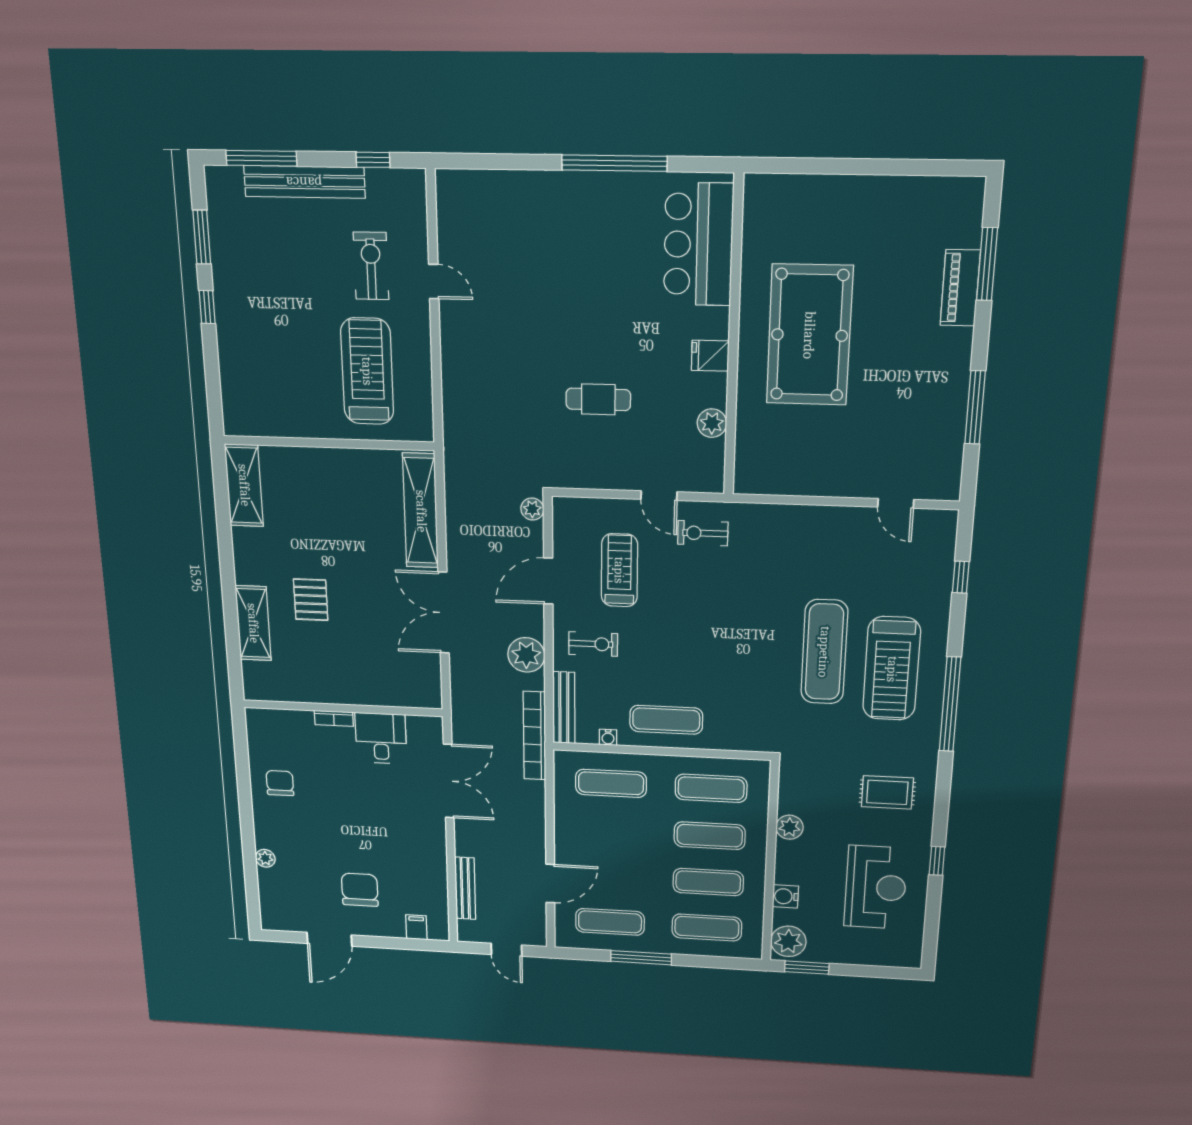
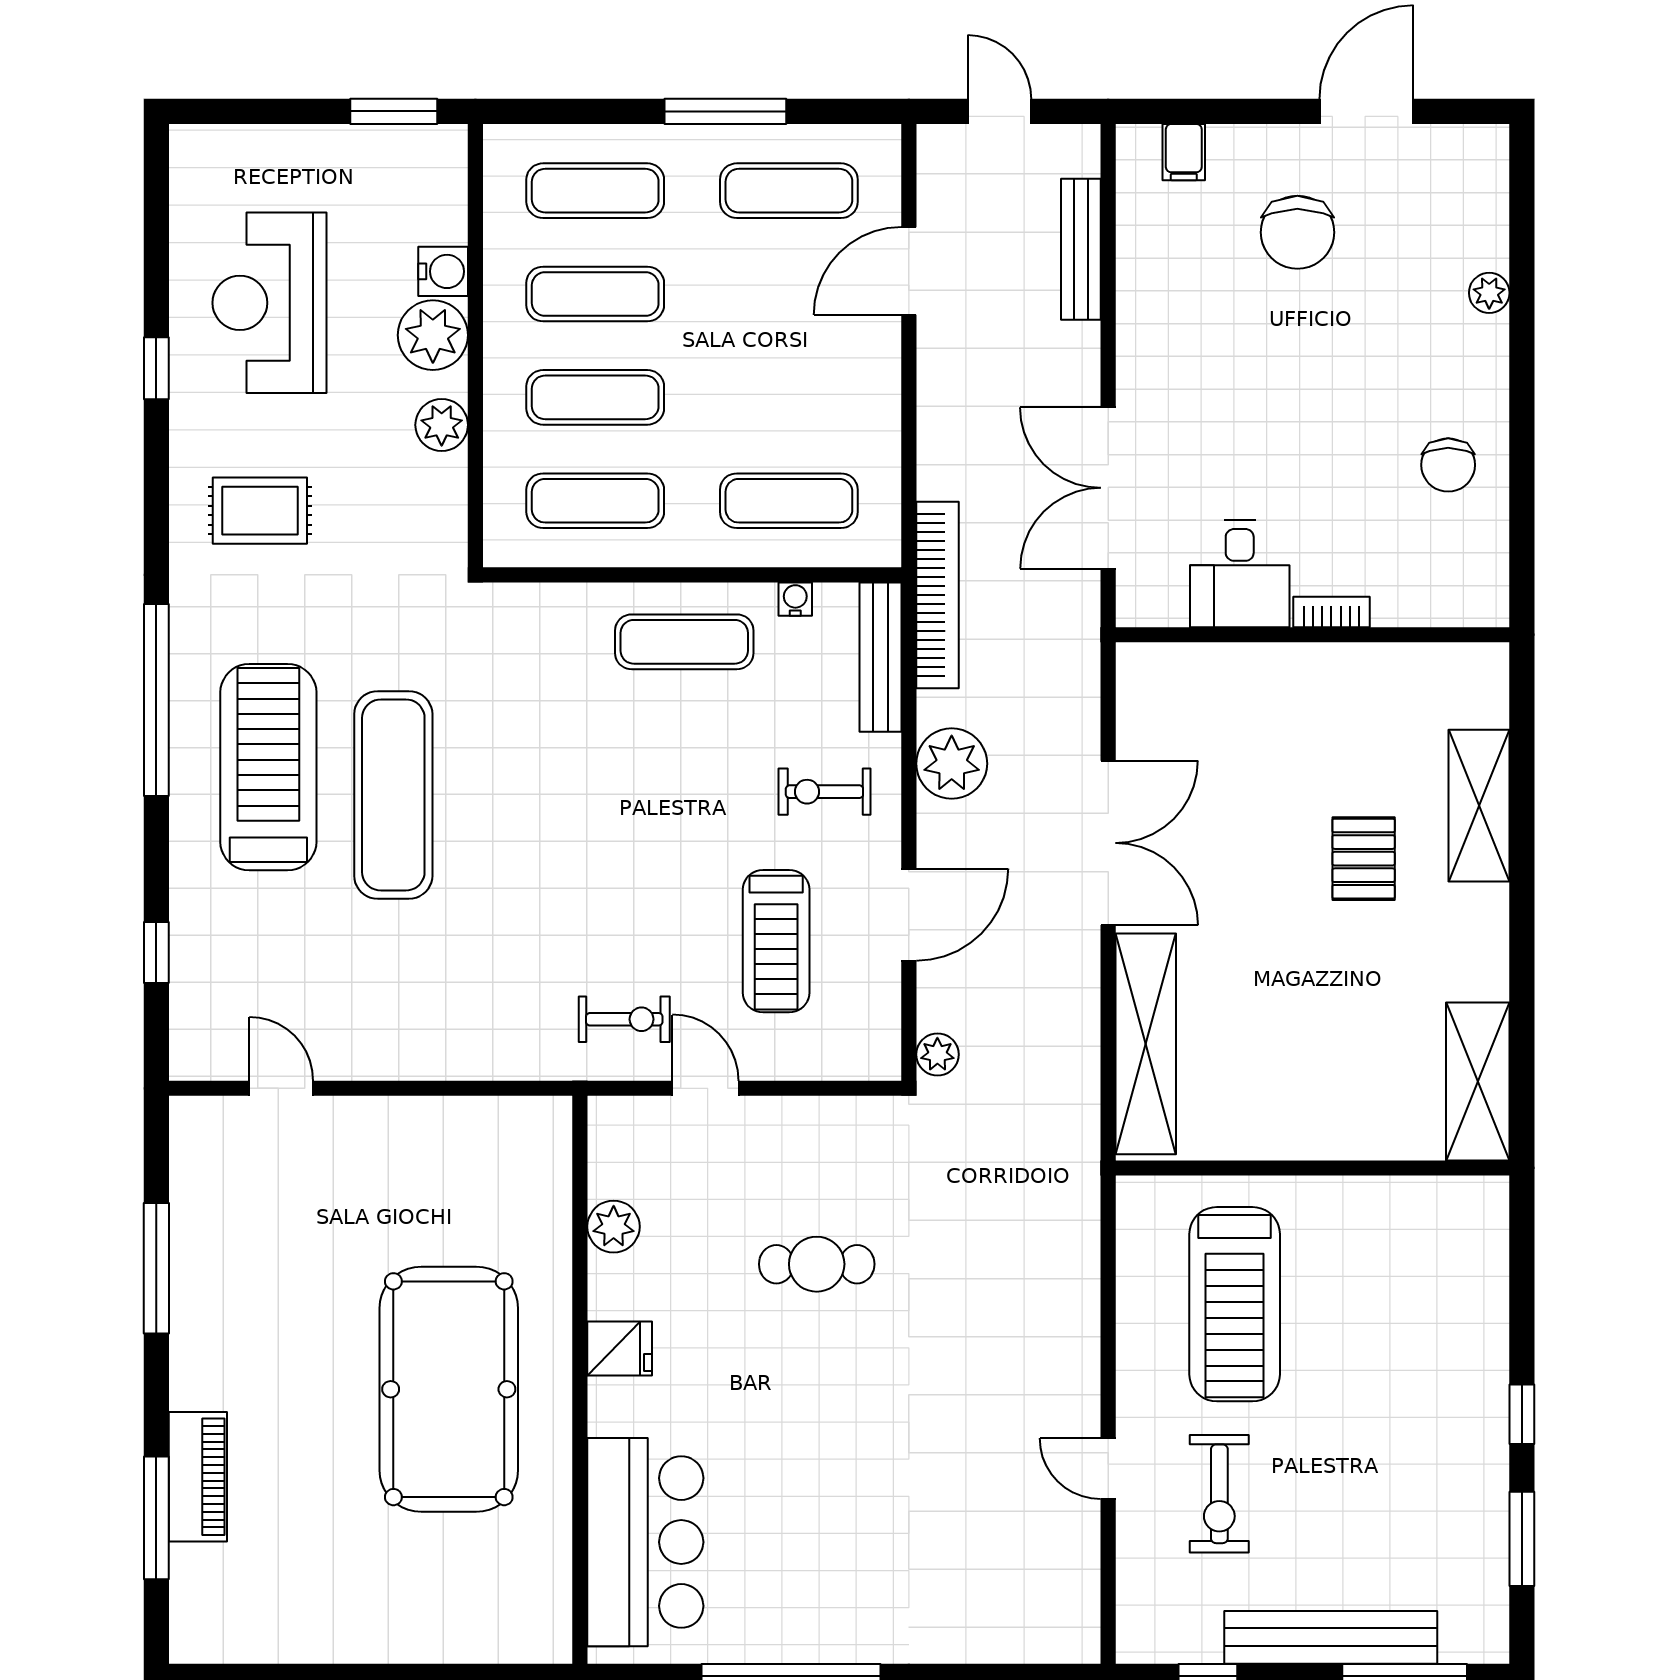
plant: (788, 941) -> (433, 335), moved

